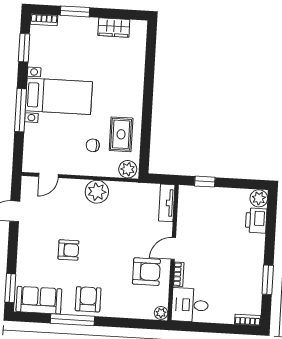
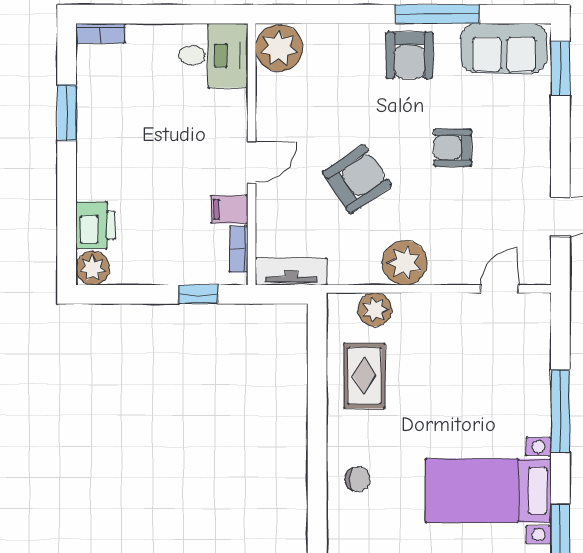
bed with nightstands: (59, 96) -> (488, 491), moved
chair: (93, 145) -> (358, 479), moved
plant: (128, 169) -> (375, 310), moved
tv unit: (167, 203) -> (291, 271), moved, turned -90
filing cabinet: (186, 225) -> (229, 209), added
armchair: (146, 272) -> (357, 179), moved, turned 146
bookcase: (179, 274) -> (239, 249), moved
plant: (161, 313) -> (279, 48), width x1.88, depth x1.88

